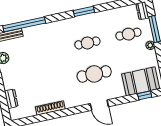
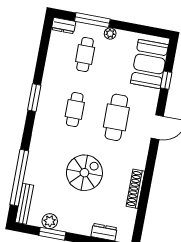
spiral stairs: (47, 68) -> (84, 173), added
window: (145, 95) -> (166, 80), moved

